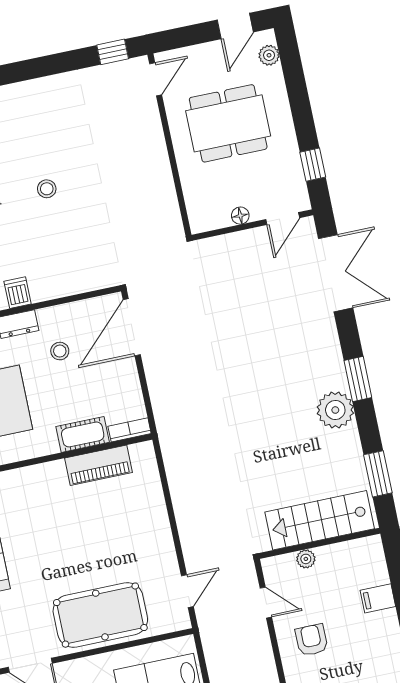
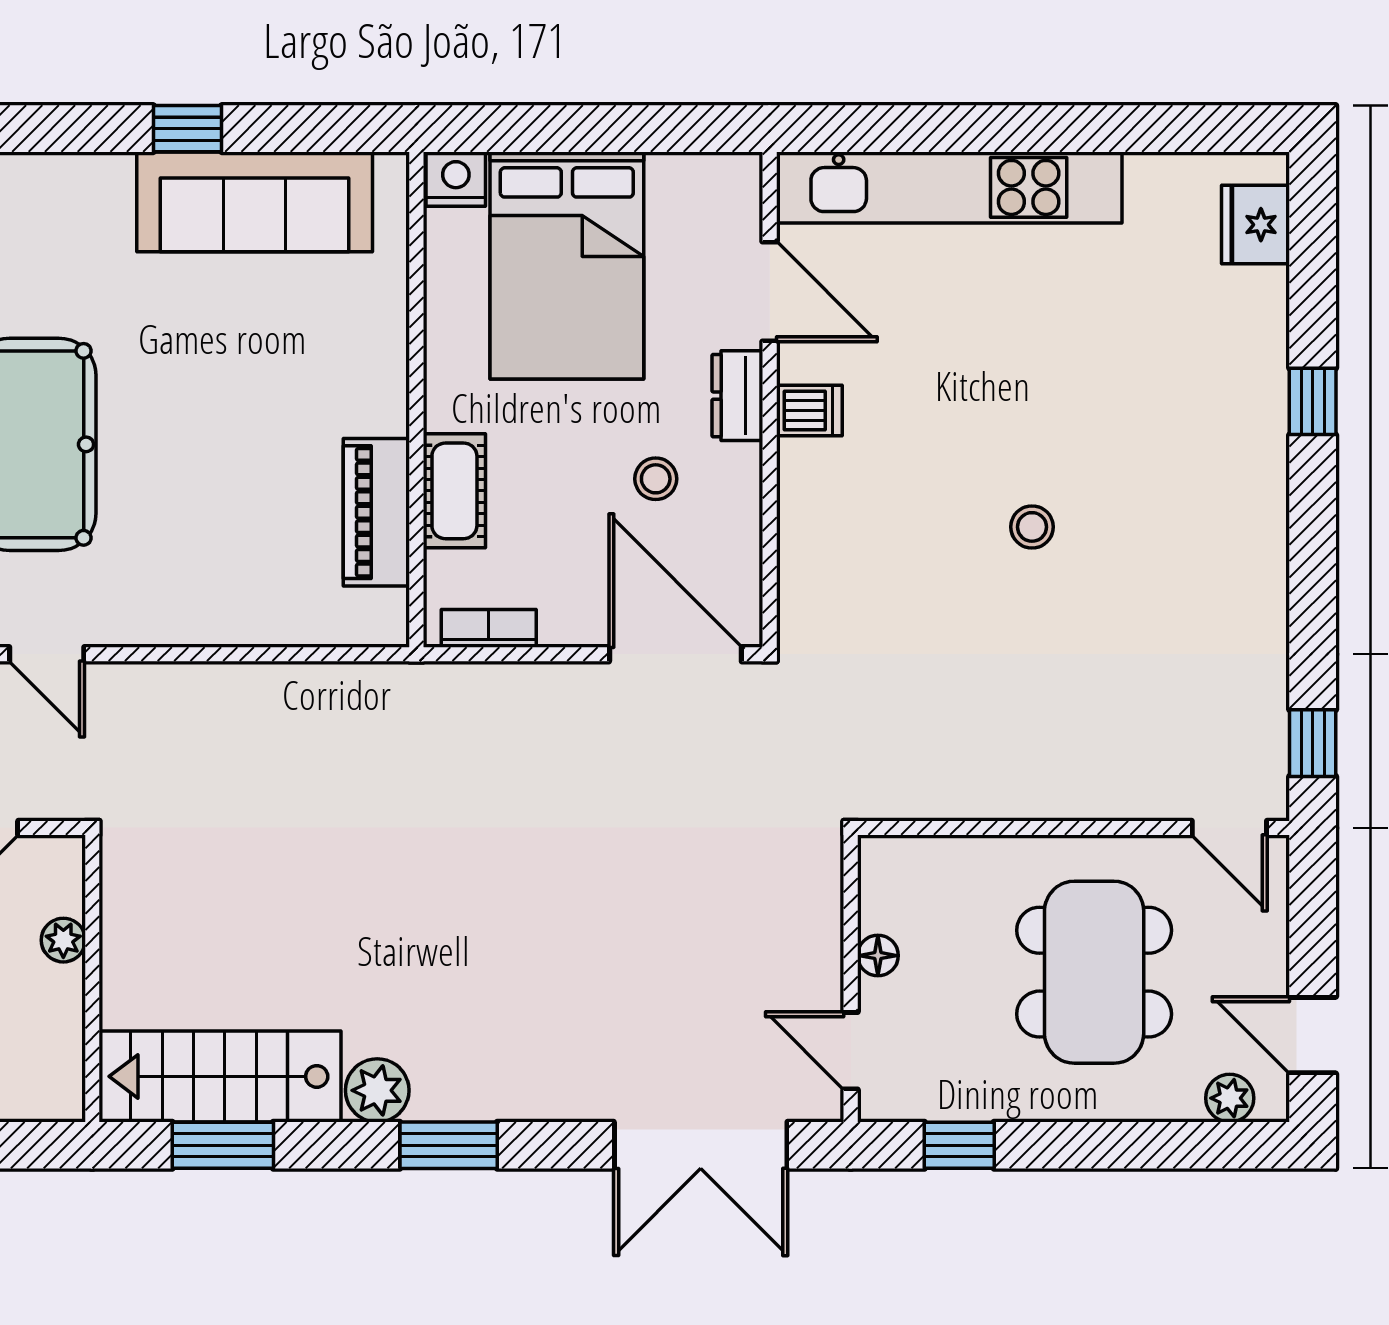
plant: (335, 410) -> (377, 1090), width x0.73, depth x0.73
bookcase: (130, 430) -> (489, 628), moved, turned -90
stairs: (320, 520) -> (220, 1076), moved, turned -90

